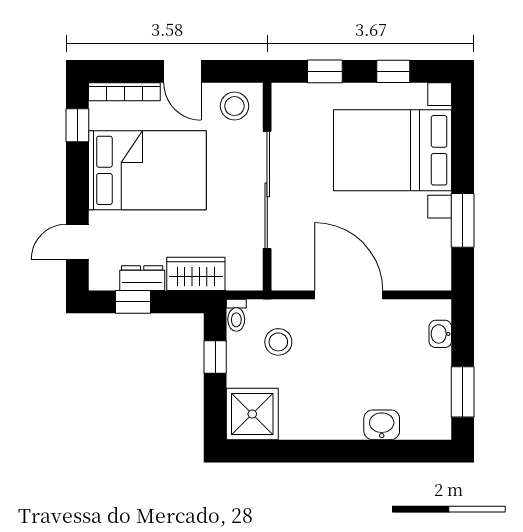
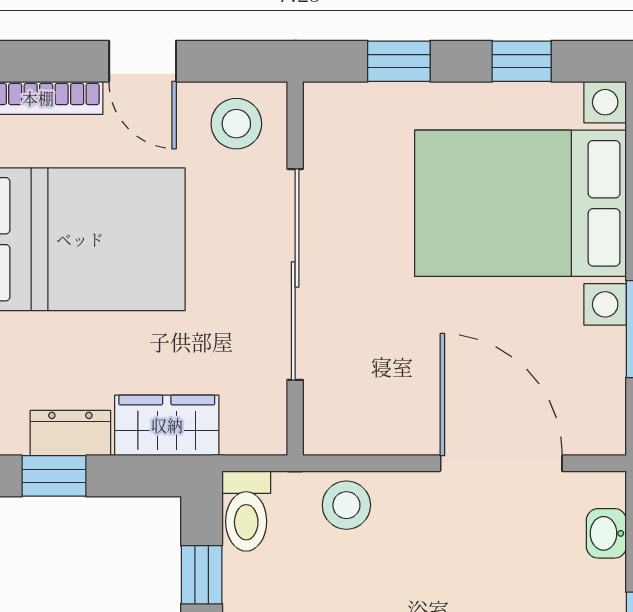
door: (349, 295) -> (501, 463), moved
toilet: (236, 315) -> (246, 511), width x1.37, depth x1.39
stool: (278, 342) -> (346, 505), moved

